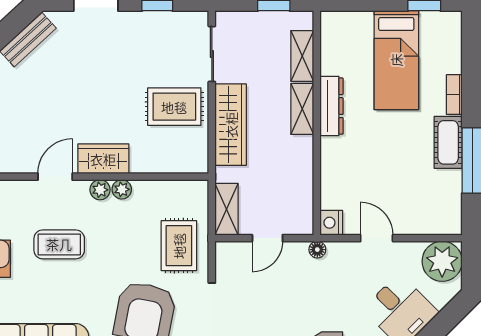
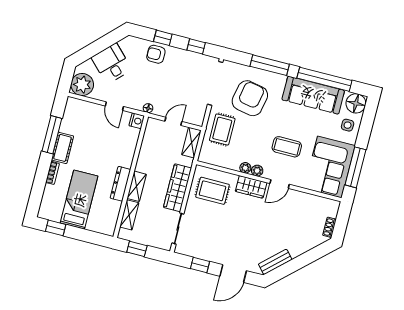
rug: (174, 107) -> (213, 191), moved

